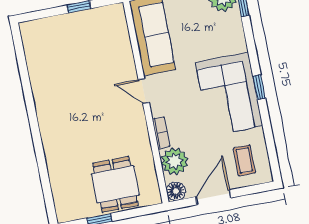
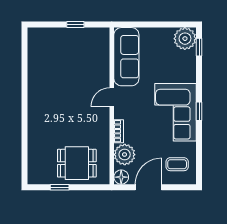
door: (144, 91) -> (112, 97), hinge flipped
coffee table: (244, 160) -> (177, 164), turned 90
dining table: (115, 184) -> (77, 163), turned 90

